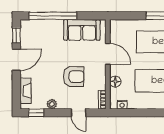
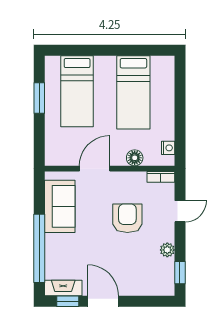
fireplace: (26, 91) -> (63, 288), moved

